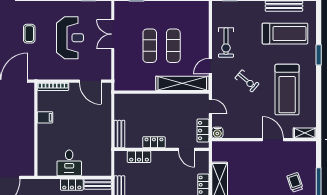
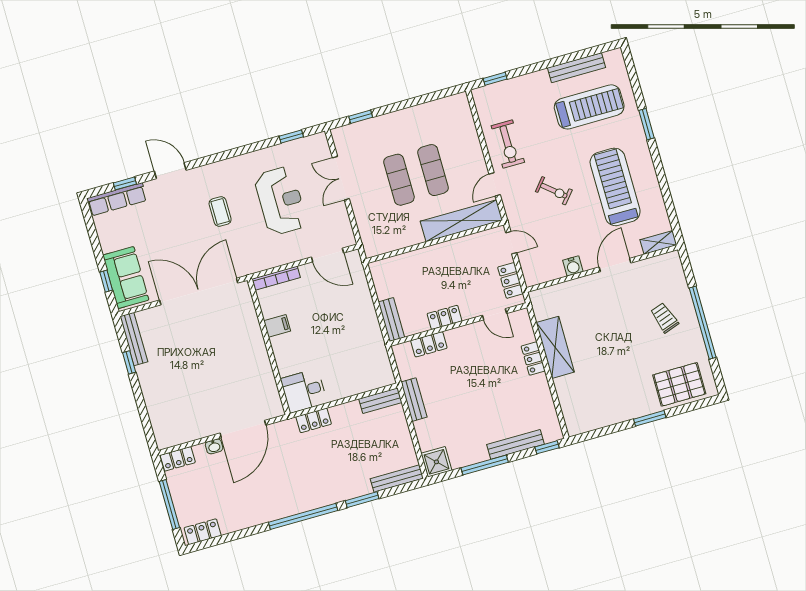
treadmill: (287, 90) -> (615, 187), turned 180
water cooler: (217, 133) -> (573, 266), moved
door: (273, 140) -> (615, 265), hinge flipped
desk: (69, 163) -> (304, 391), moved, turned 90
locker: (72, 185) -> (314, 420), moved

